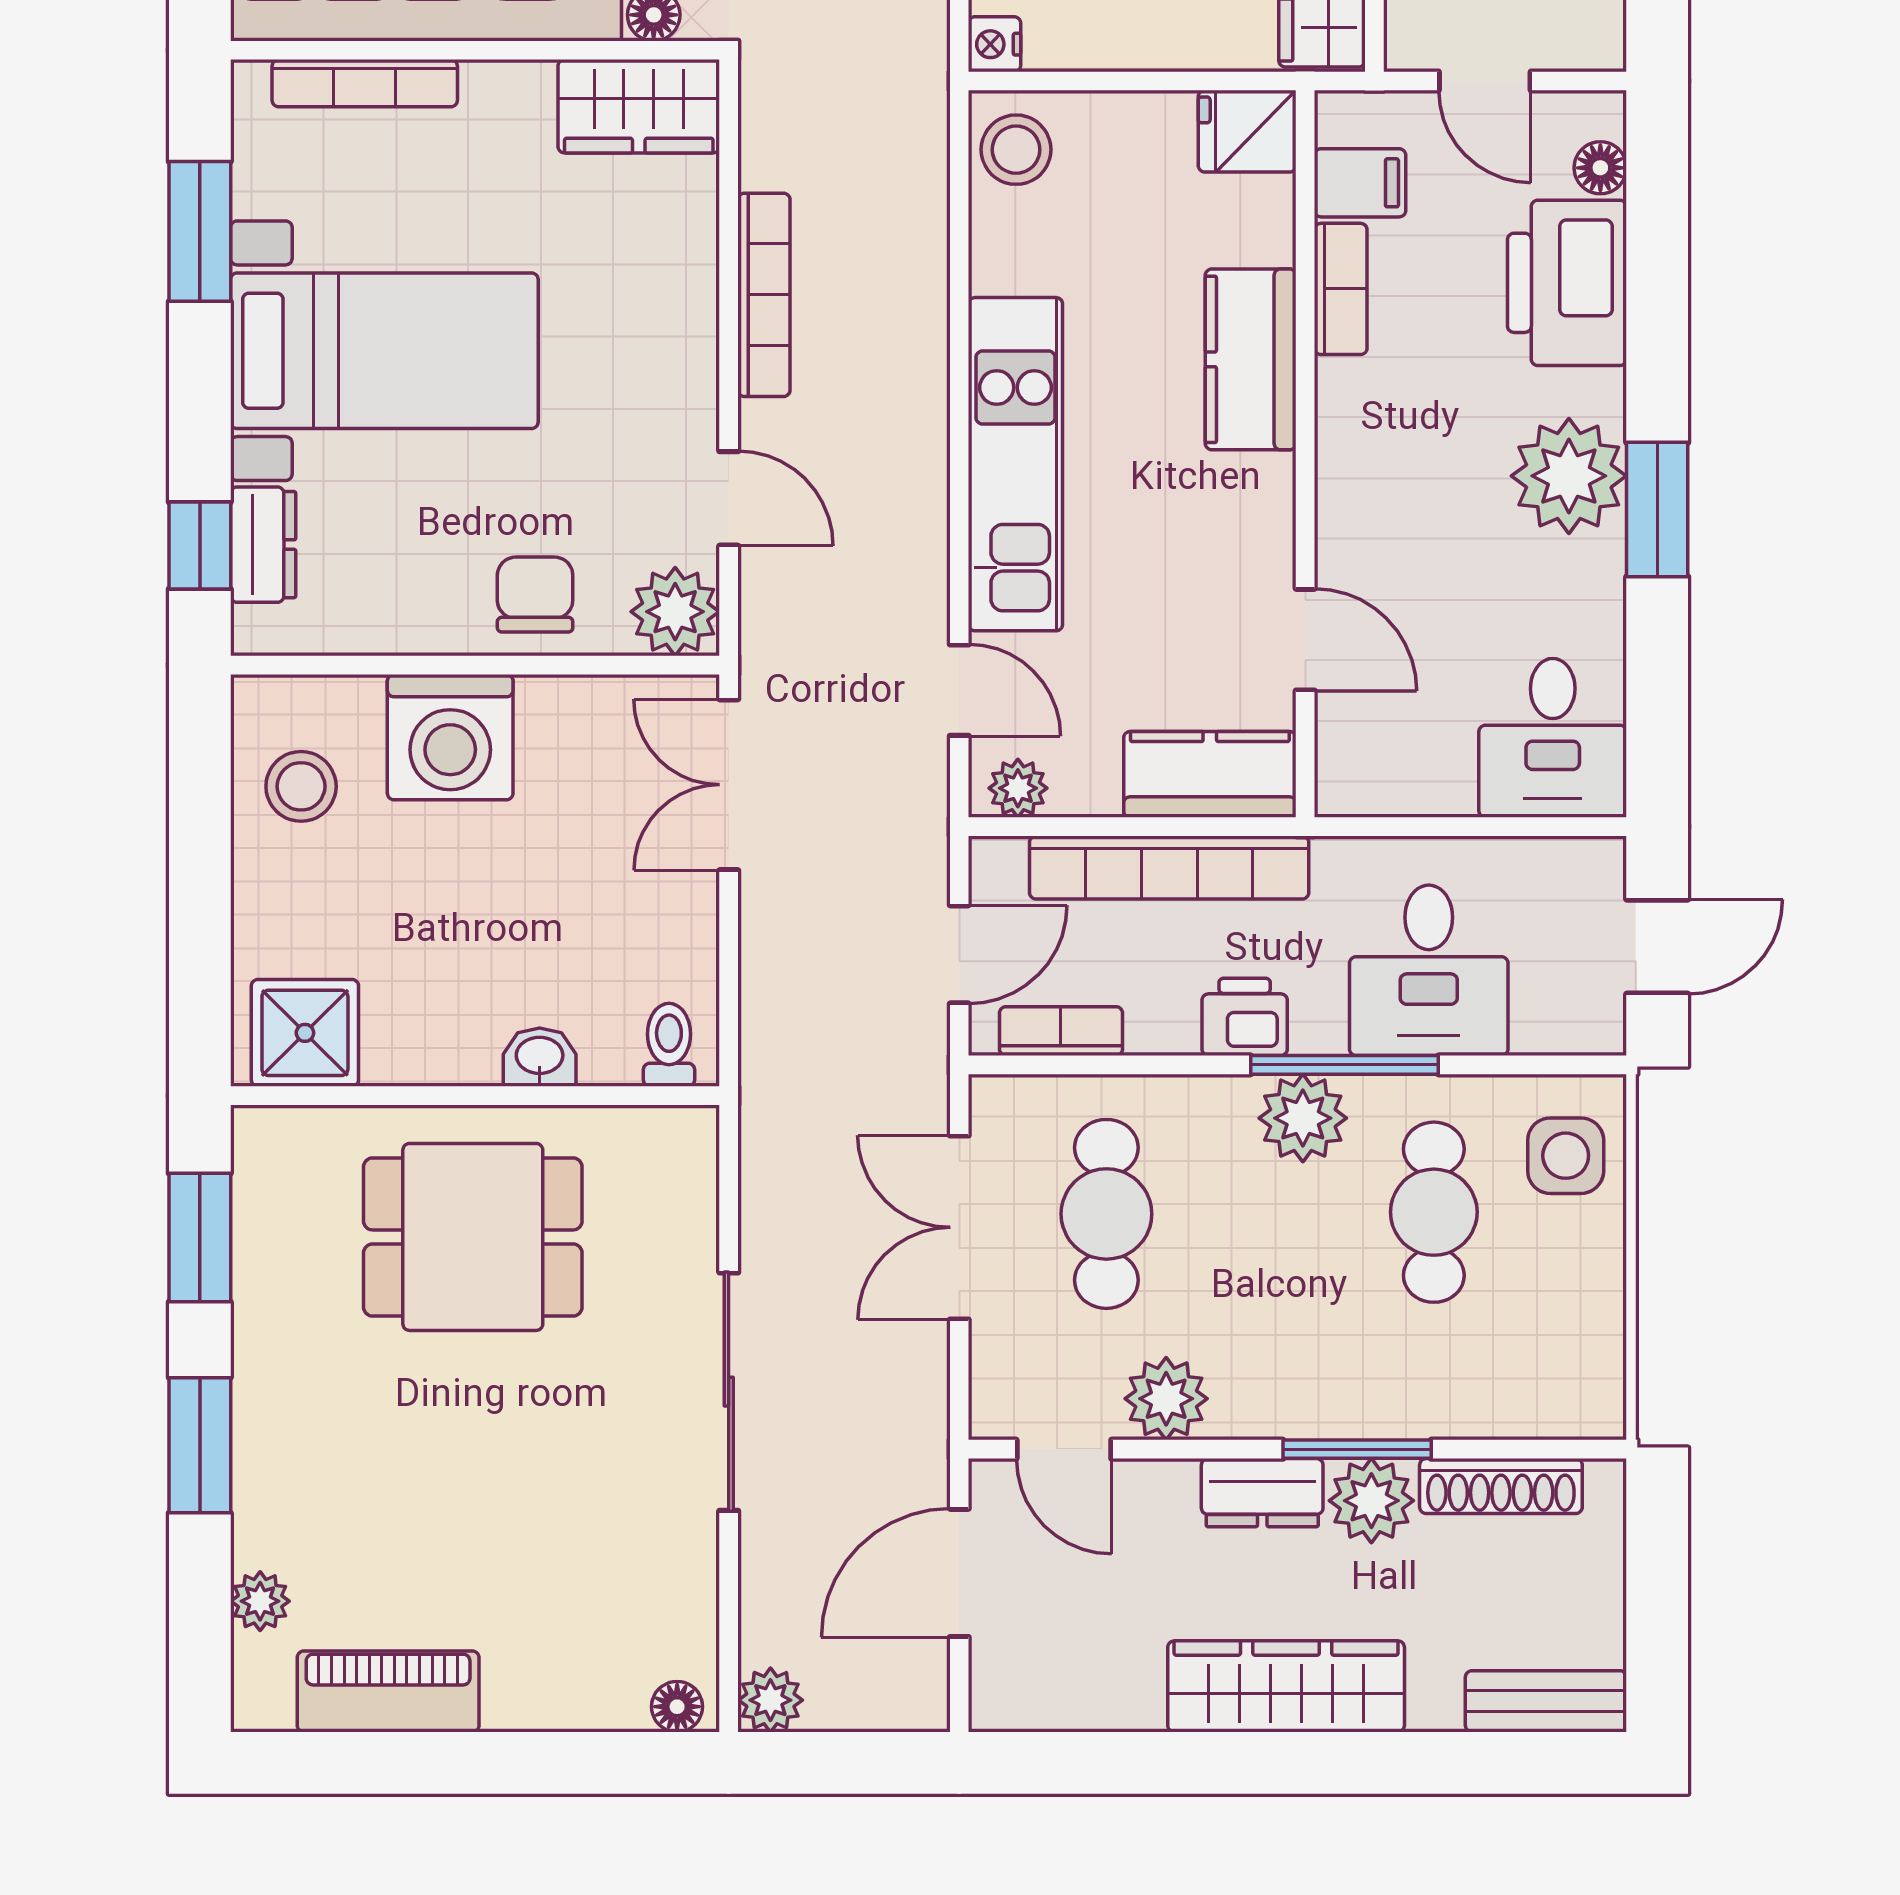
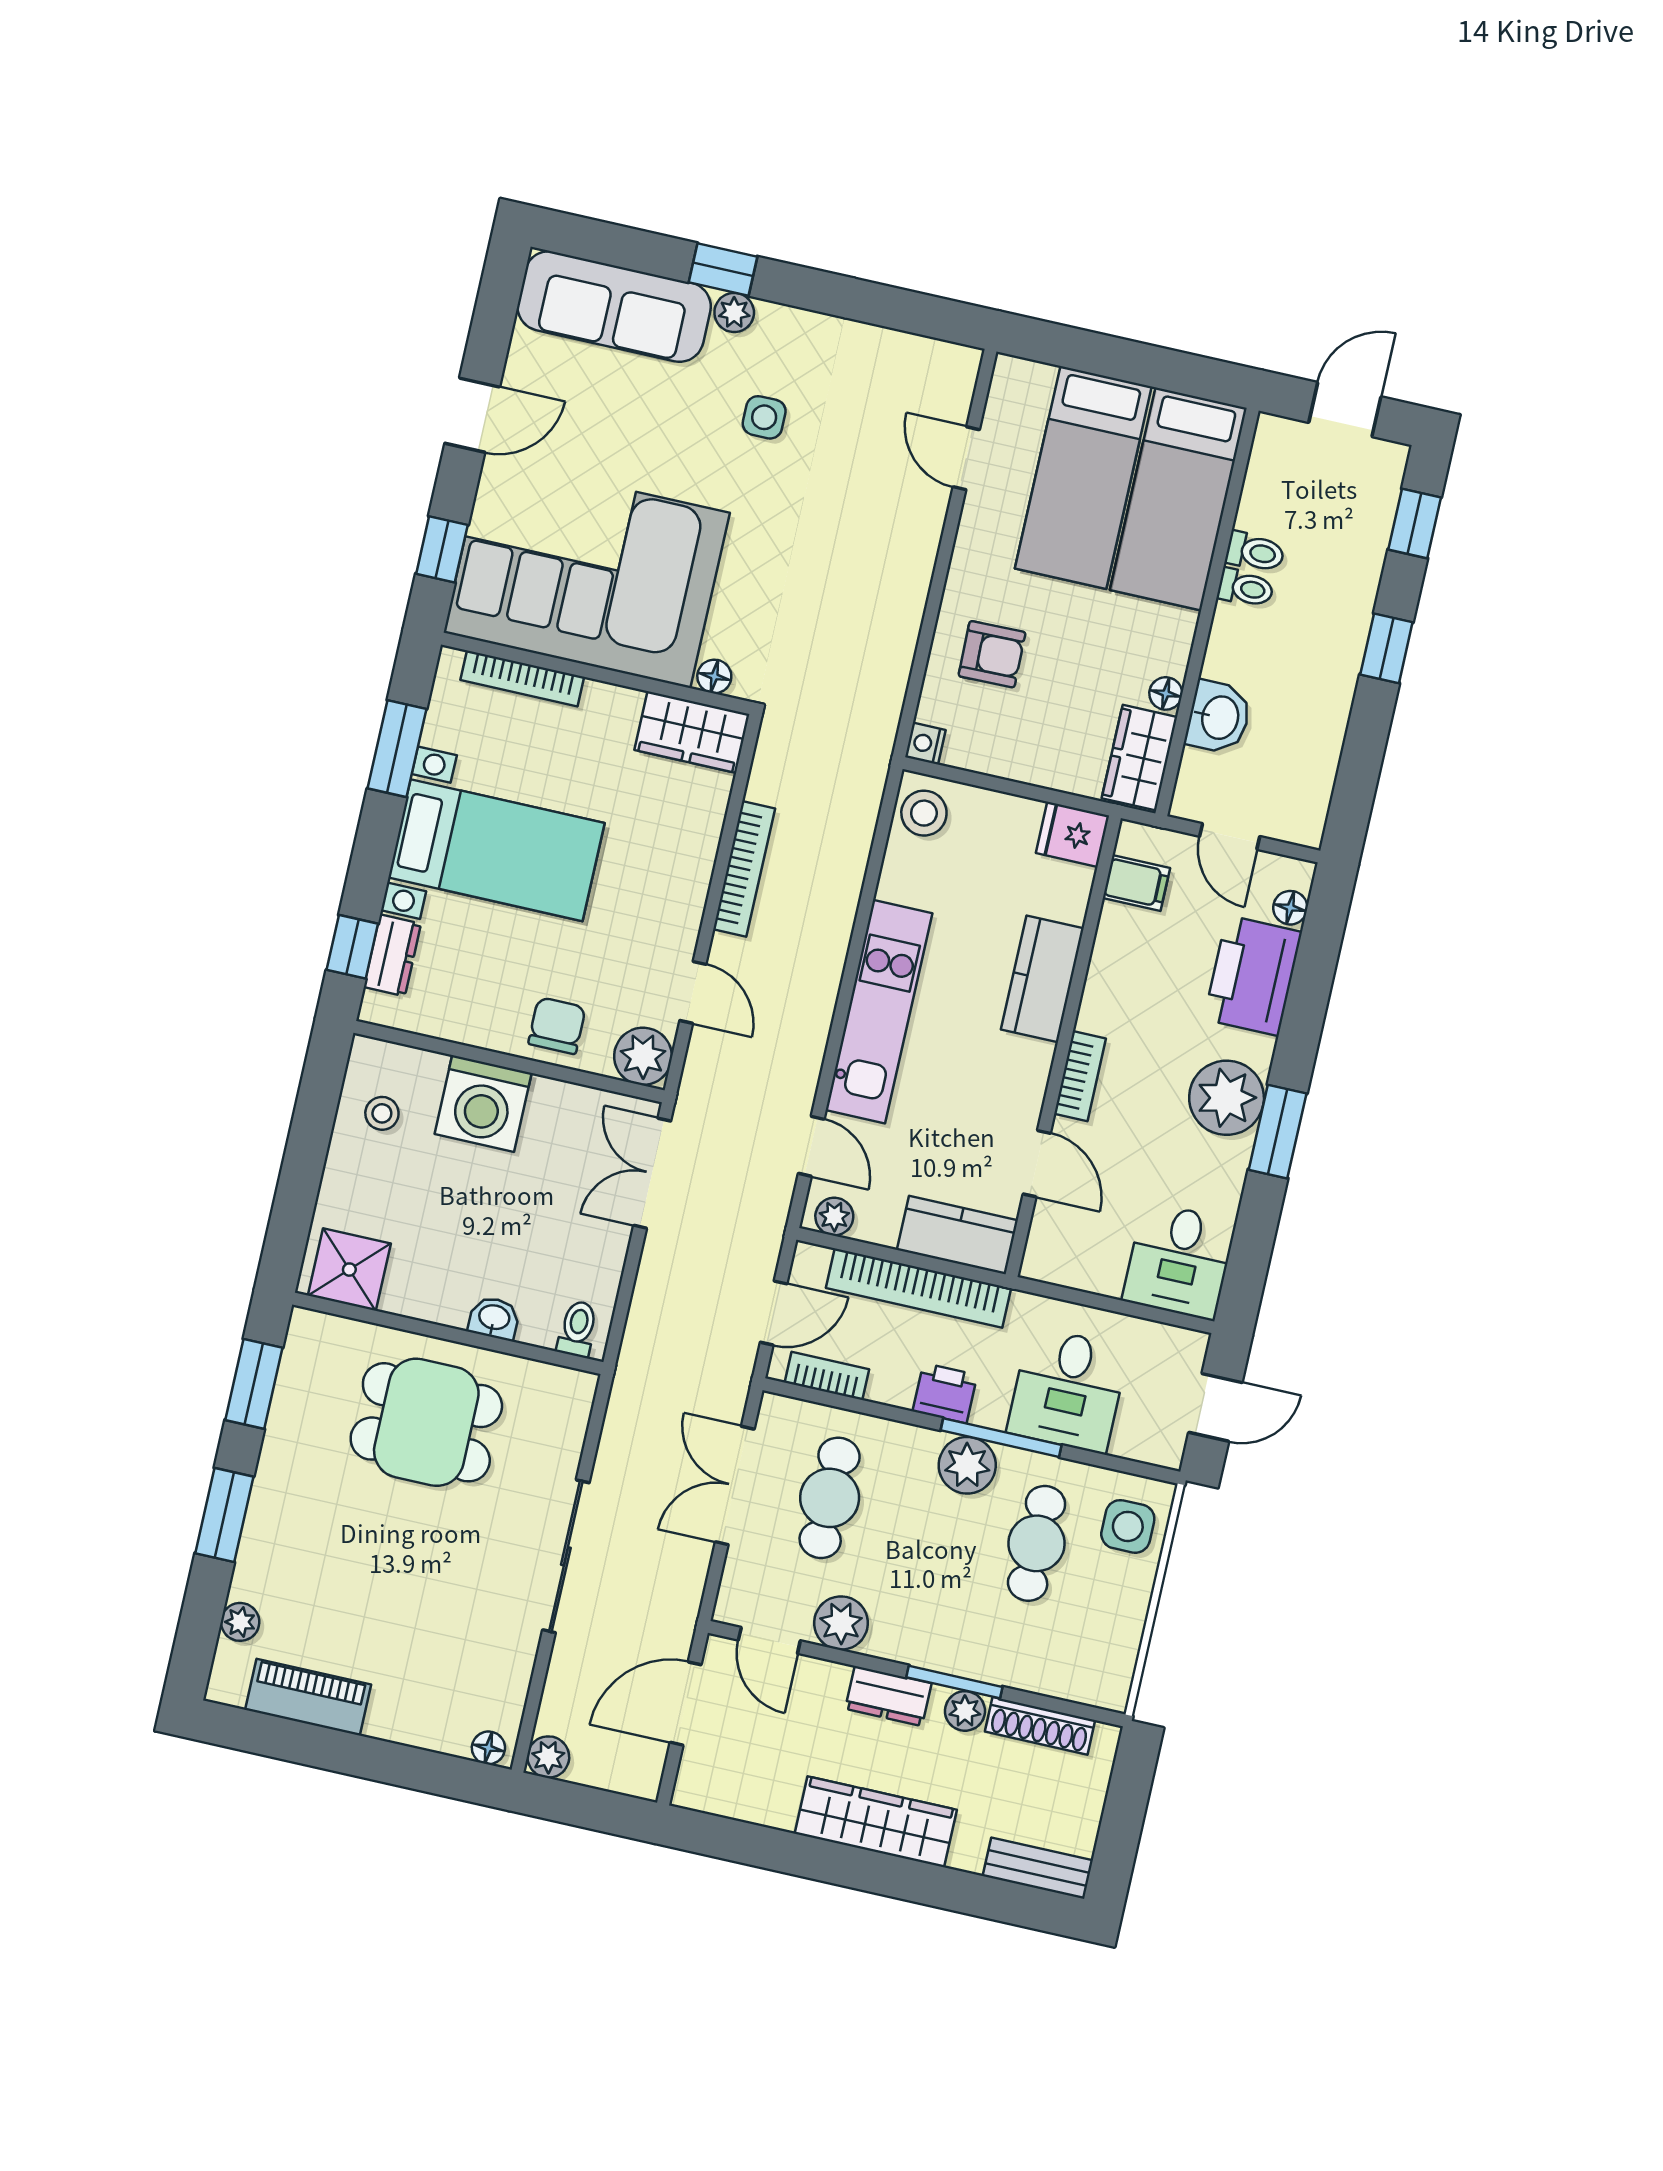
bookcase: (1341, 289) -> (1080, 1076), moved
stool: (301, 786) -> (382, 1113), width x0.73, depth x0.73
plant: (1371, 1501) -> (965, 1711), width x0.73, depth x0.73

